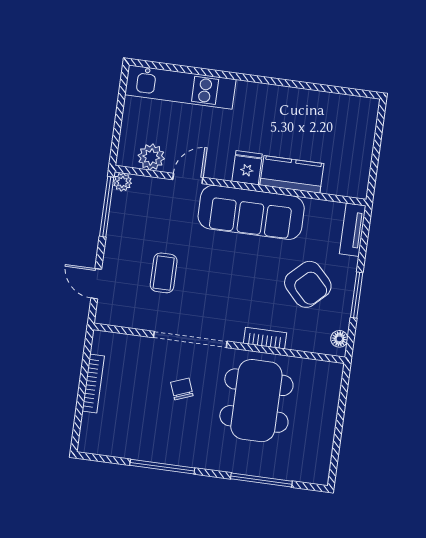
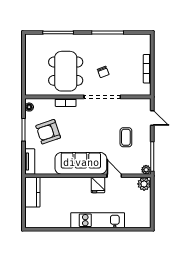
kitchen unit: (180, 87) -> (98, 220), moved
plant: (151, 157) -> (144, 184), moved
fridge: (247, 168) -> (98, 185), moved
kitchen counter: (292, 174) -> (32, 192), moved, turned -90
door: (188, 178) -> (114, 176), swing flipped
coffee table: (164, 273) -> (126, 137), moved
armchair: (308, 284) -> (48, 132), turned -65

